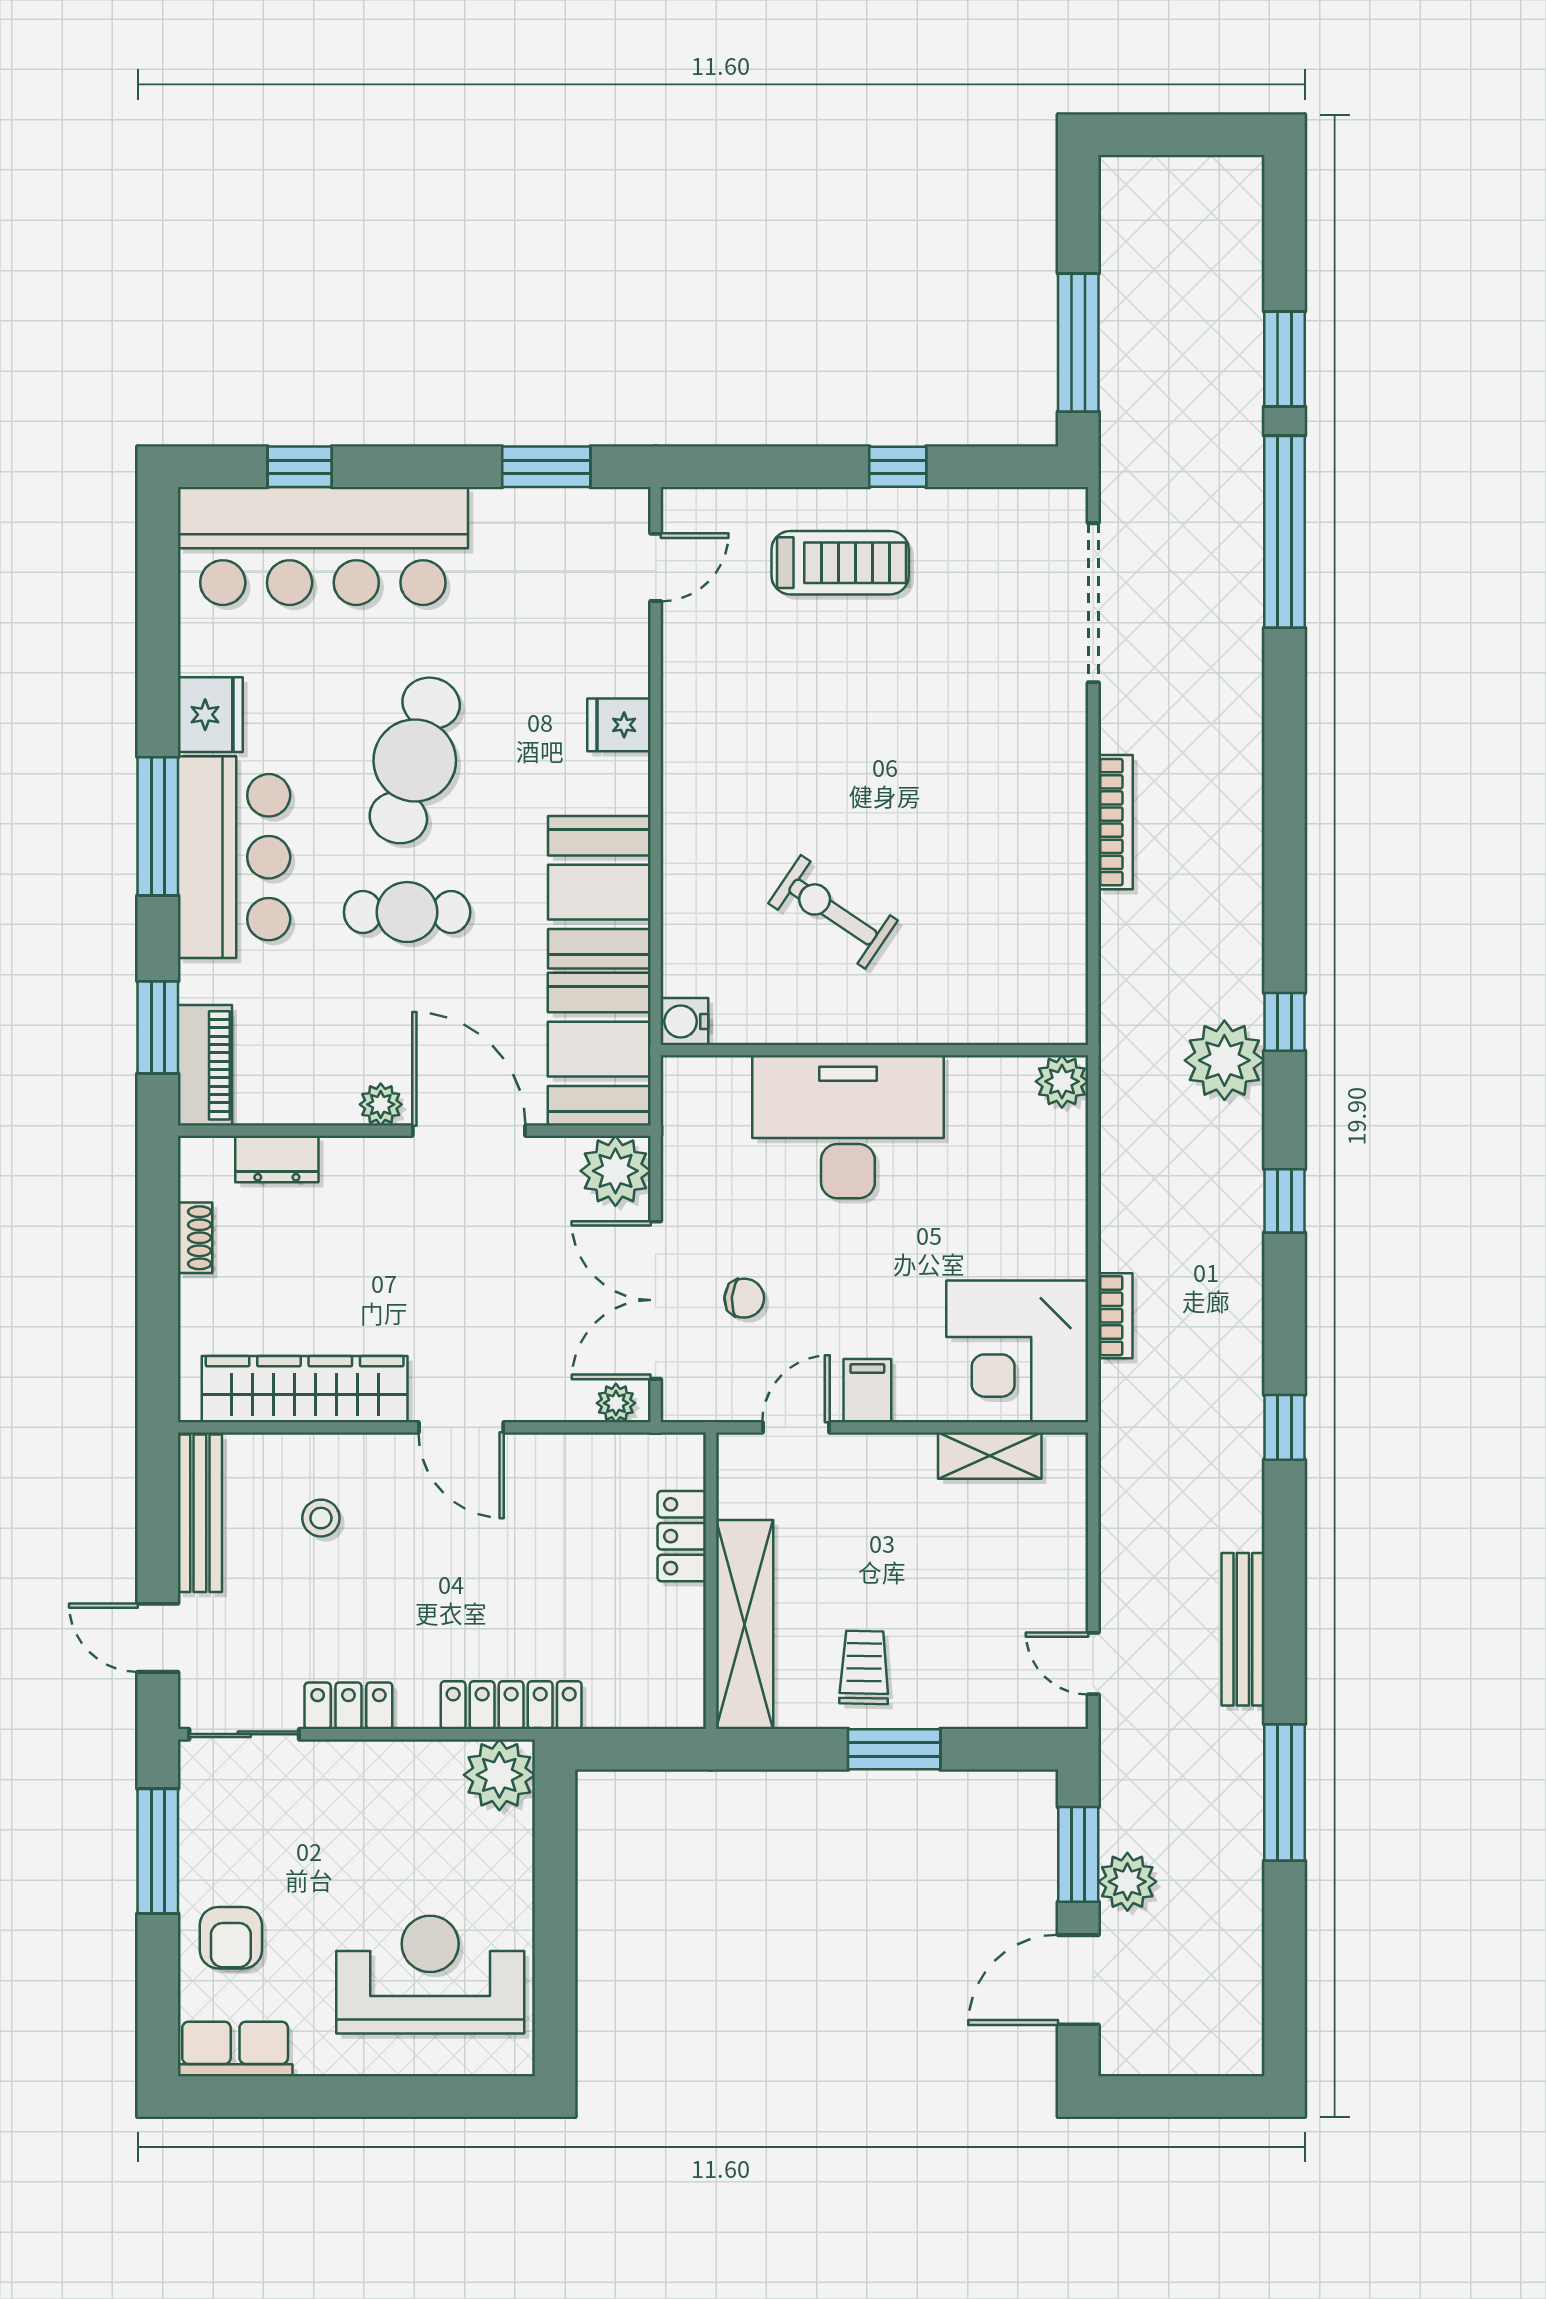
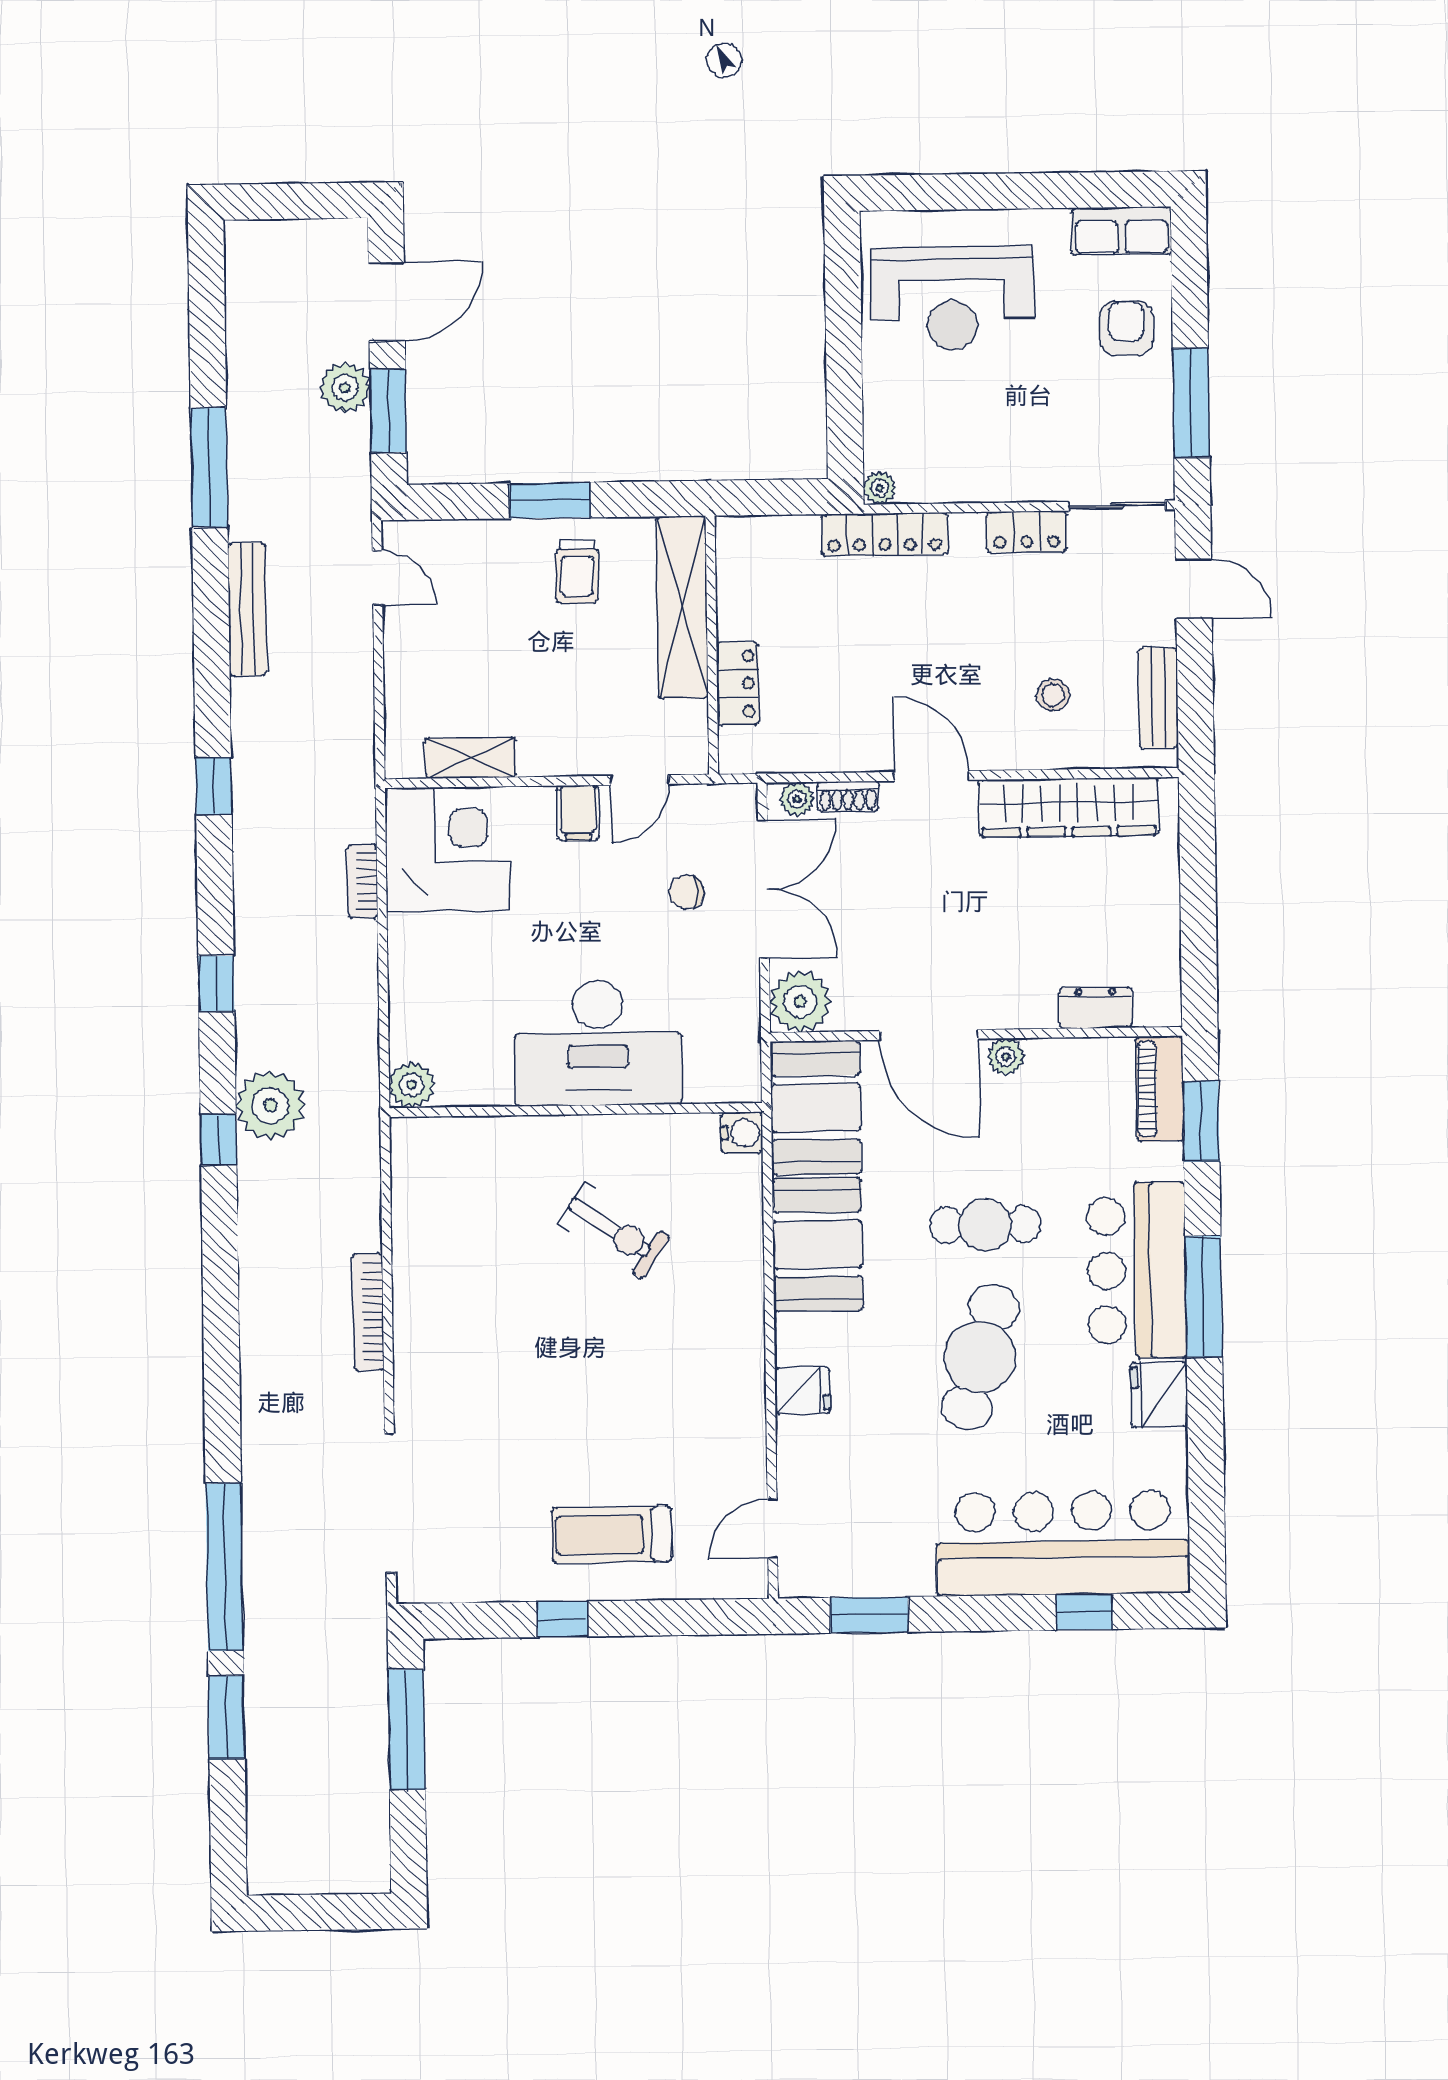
shoe rack: (195, 1238) -> (848, 796), moved, turned -90
bench: (200, 1513) -> (1158, 698), width x0.73
plant: (499, 1775) -> (880, 488), width x0.53, depth x0.53

